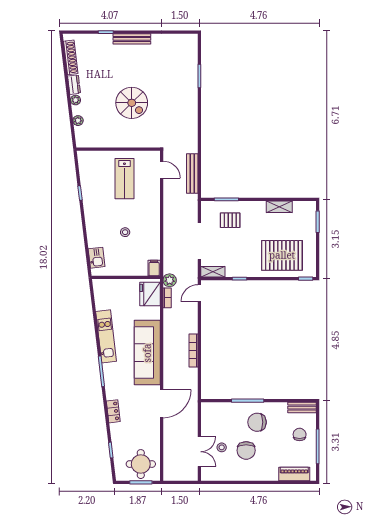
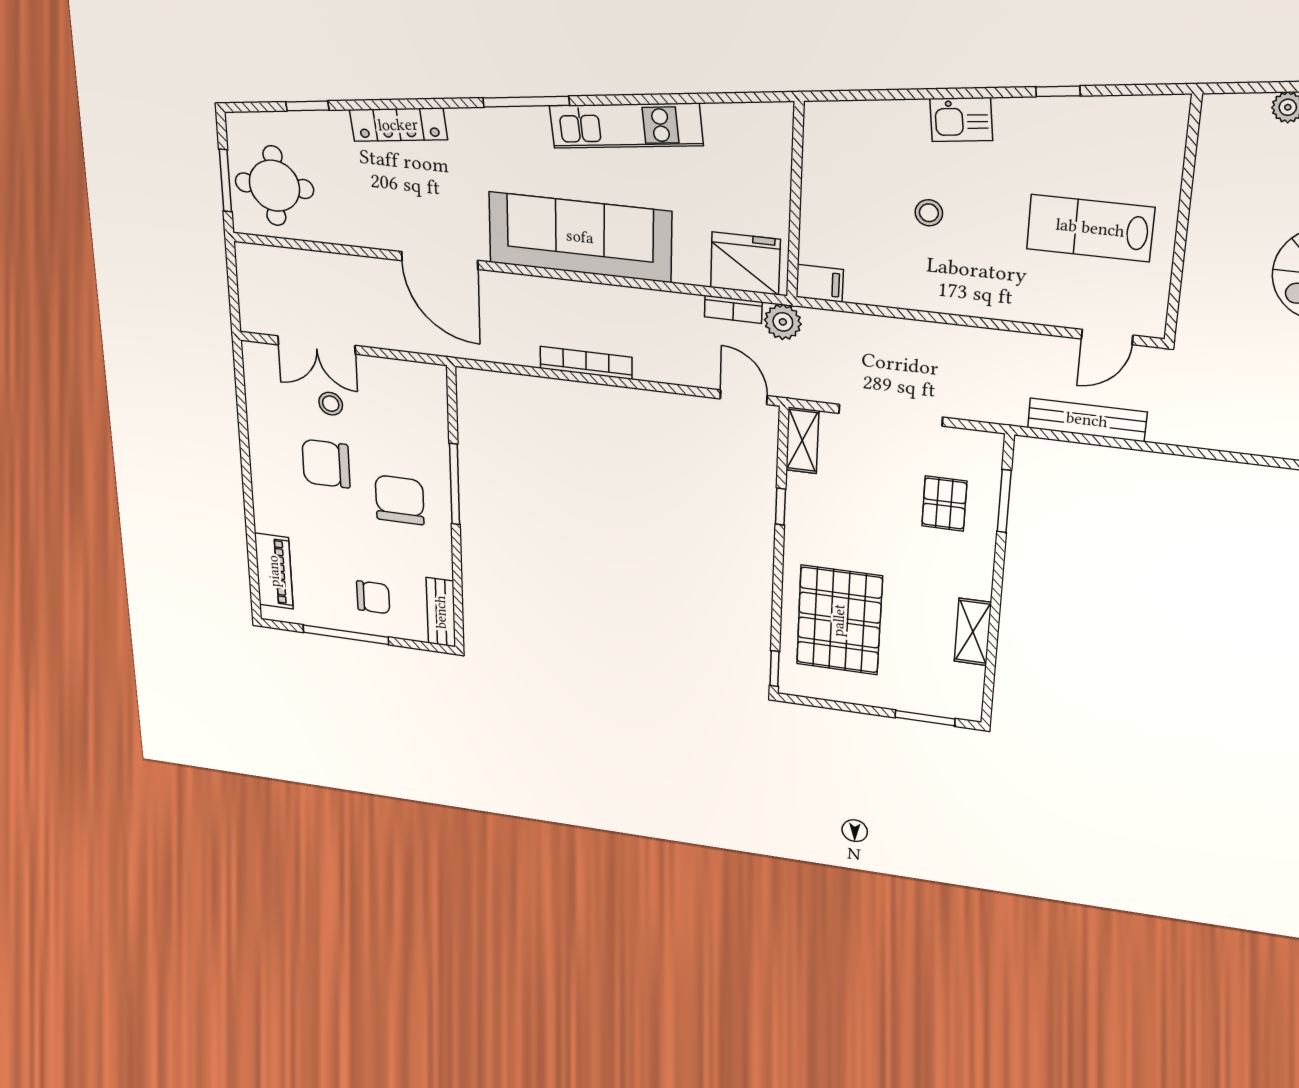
kitchen sink: (97, 258) -> (961, 120), moved
locker: (113, 411) -> (398, 125), width x1.53

